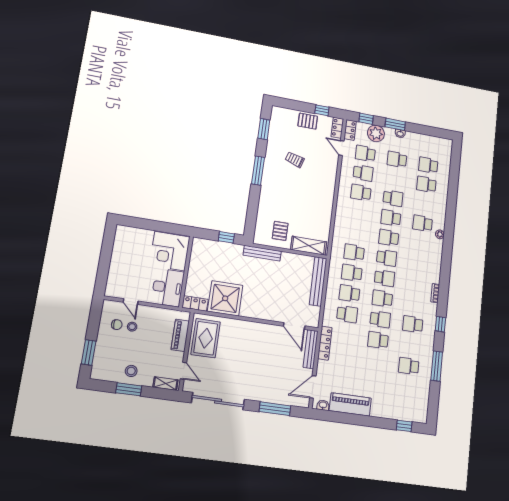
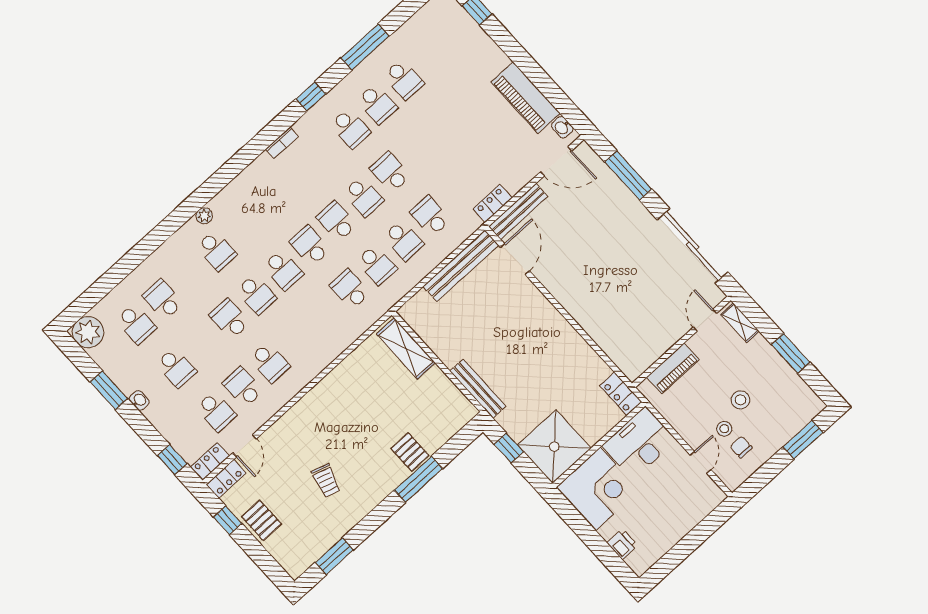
window: (395, 124) -> (109, 390), moved
plant: (376, 133) -> (88, 332), moved
window: (258, 171) -> (418, 479), moved
school desk: (426, 184) -> (163, 300), turned 180
pallet: (280, 231) -> (410, 452), moved, turned 90
printer: (137, 234) -> (622, 544), added
school desk: (354, 252) -> (350, 289), turned 180
bench: (318, 281) -> (461, 266), moved
shower: (225, 298) -> (554, 447), moved
rug: (206, 338) -> (643, 338), removed
school desk: (378, 340) -> (377, 104), moved
locker: (325, 343) -> (493, 203), width x0.66
stool: (131, 371) -> (740, 400), moved

